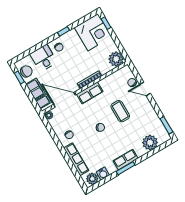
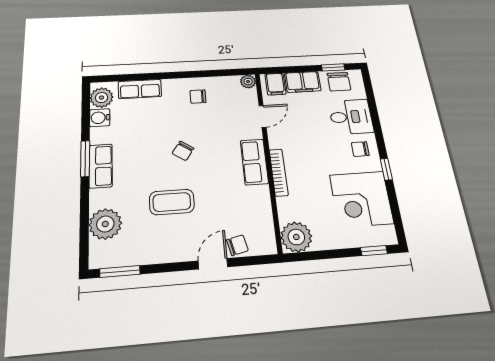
corner desk: (93, 32) -> (361, 199), moved
door: (64, 100) -> (262, 116), width x0.53
coffee table: (120, 111) -> (172, 202), moved
row of seats: (76, 159) -> (140, 89), width x0.68

